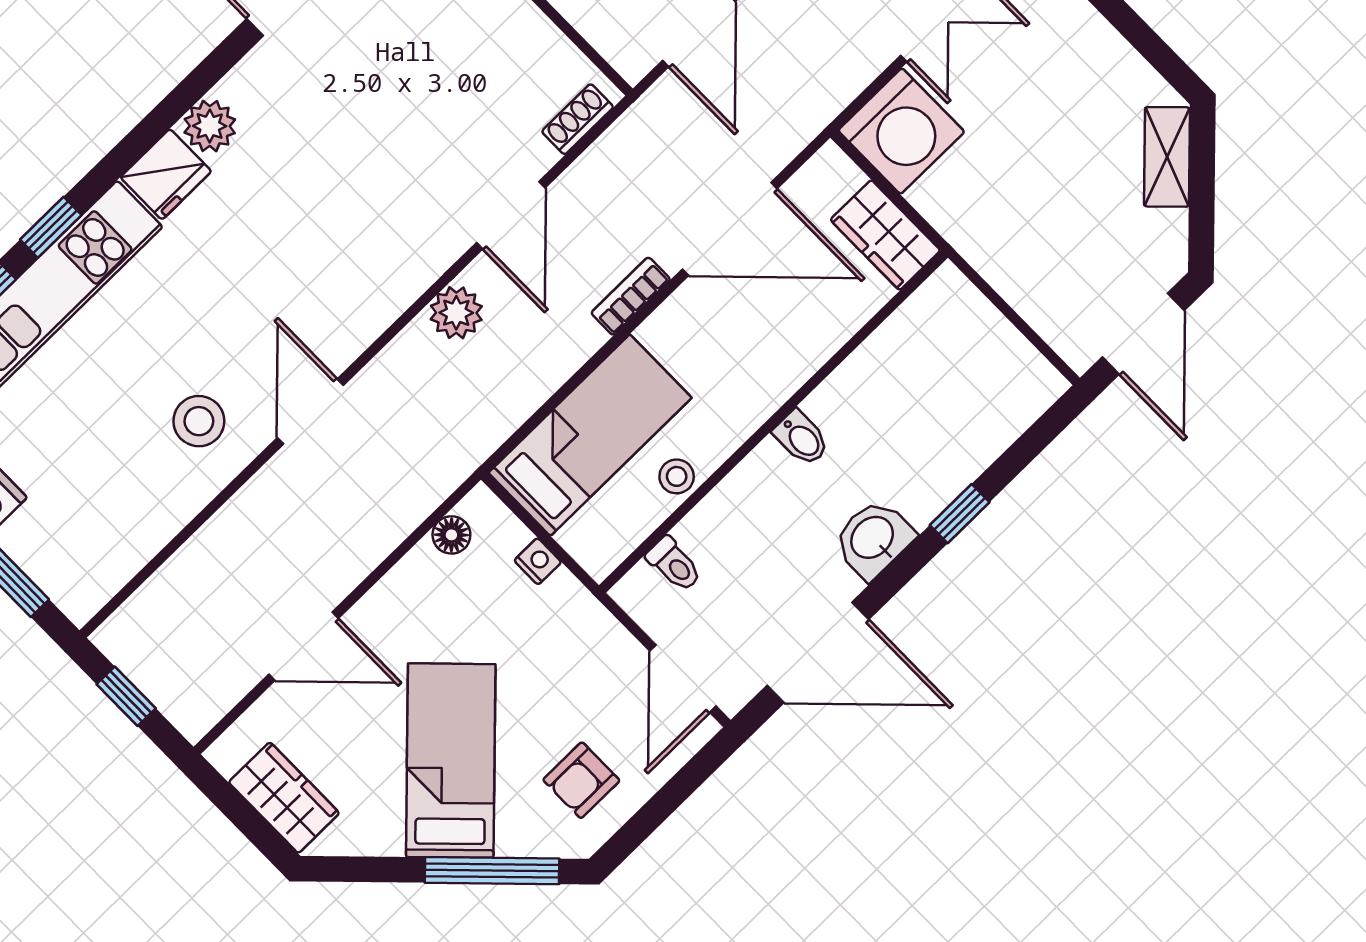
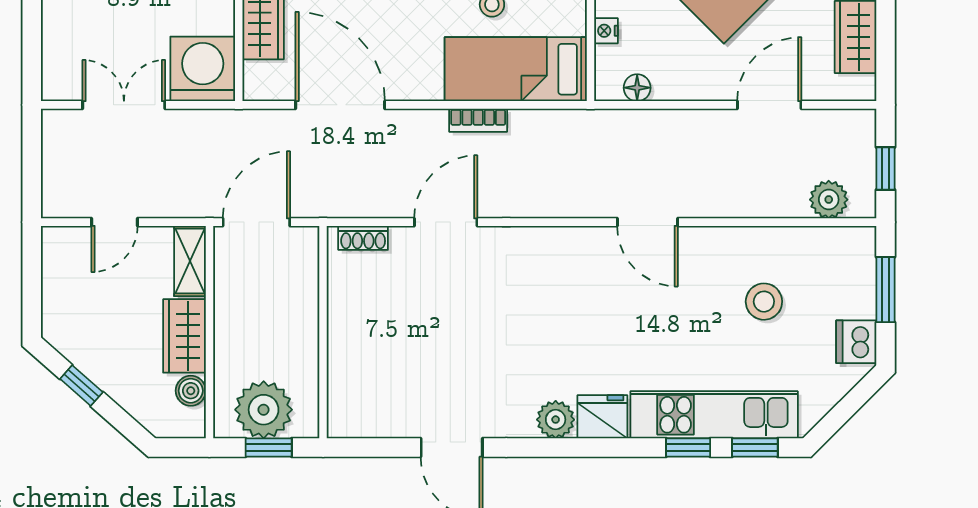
bookcase: (631, 296) -> (478, 120), moved
plant: (456, 313) -> (829, 200), moved
door: (310, 411) -> (647, 222), hinge flipped
stool: (199, 421) -> (764, 302), moved
door: (303, 646) -> (769, 105), hinge flipped

